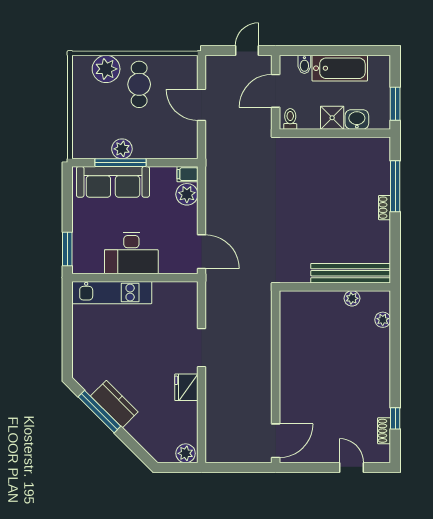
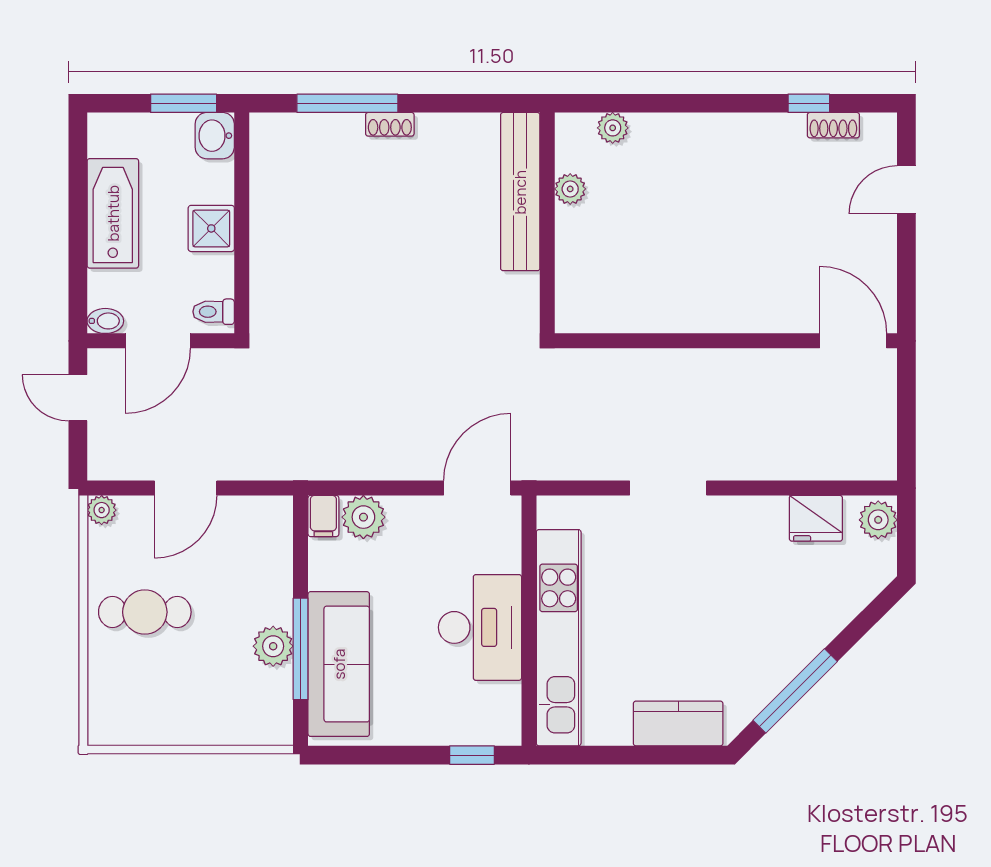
bidet: (304, 64) -> (105, 321), moved
plant: (106, 69) -> (102, 510), moved, width x0.53, depth x0.53
door: (276, 91) -> (158, 341), hinge flipped
washbasin: (357, 119) -> (215, 136), moved
window: (67, 249) -> (472, 755), width x0.67
kitchen unit: (112, 293) -> (559, 638), width x1.36
fridge: (186, 387) -> (816, 518), moved
kitchen counter: (114, 404) -> (678, 723), moved, turned 45

